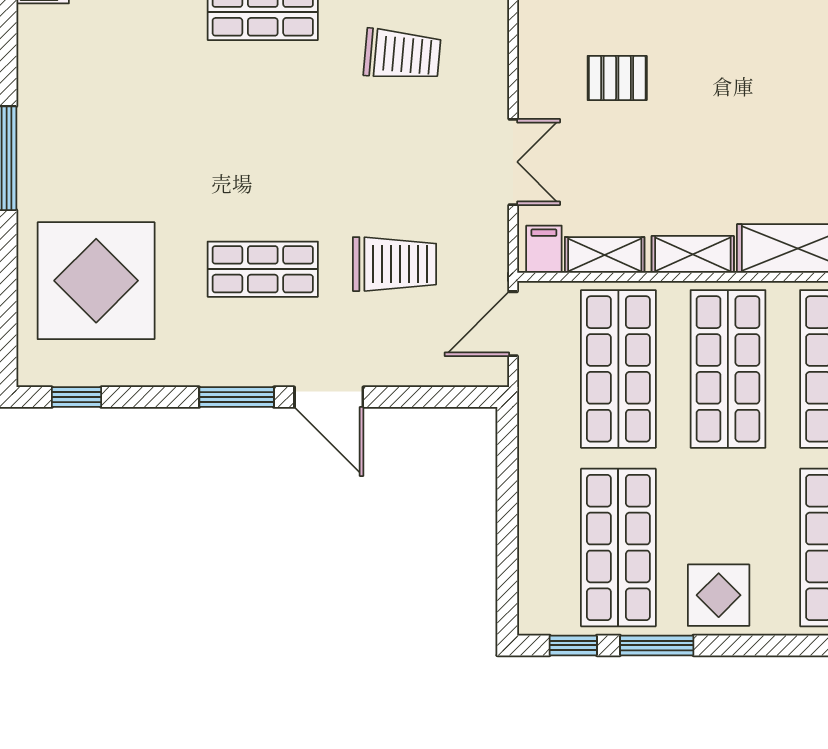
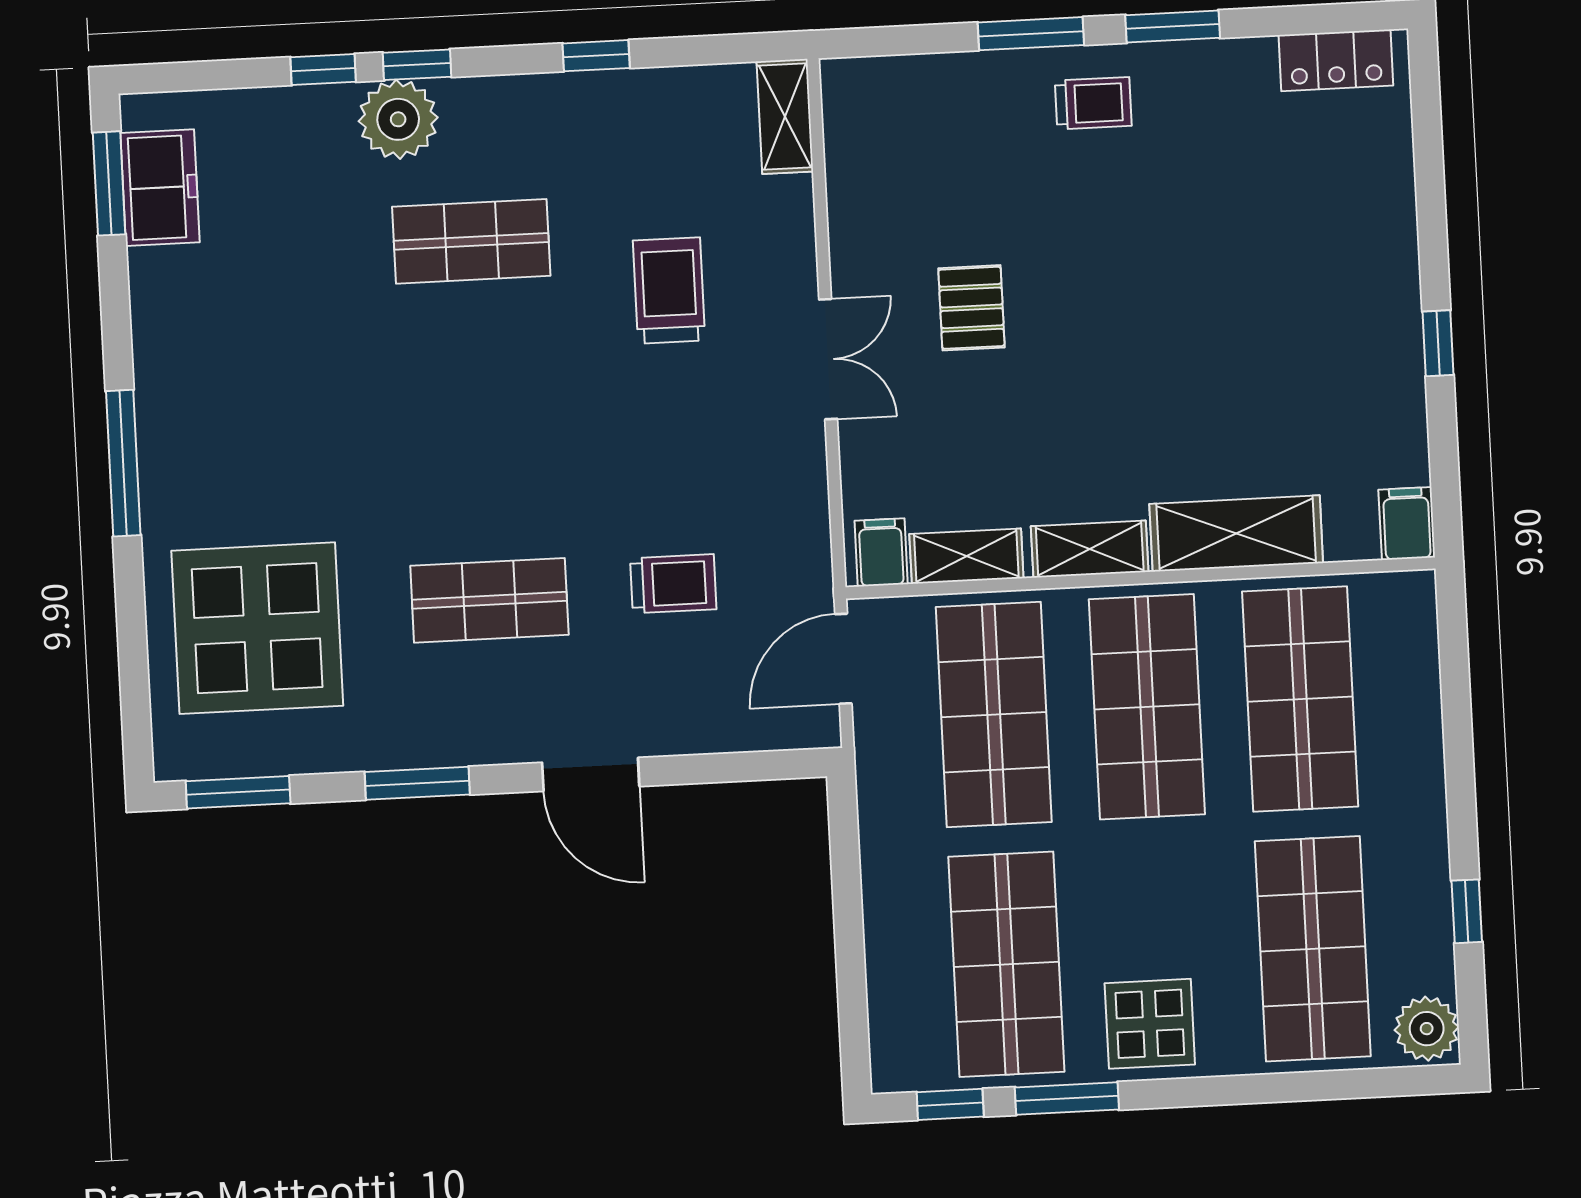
trolley: (402, 55) -> (669, 291), turned -95
pallet: (617, 78) -> (971, 308), turned 90
double door: (513, 162) -> (828, 359), moved
trolley: (395, 264) -> (673, 584), width x0.73, depth x0.72
window: (76, 397) -> (238, 792), width x1.50
window: (237, 397) -> (417, 783), moved

